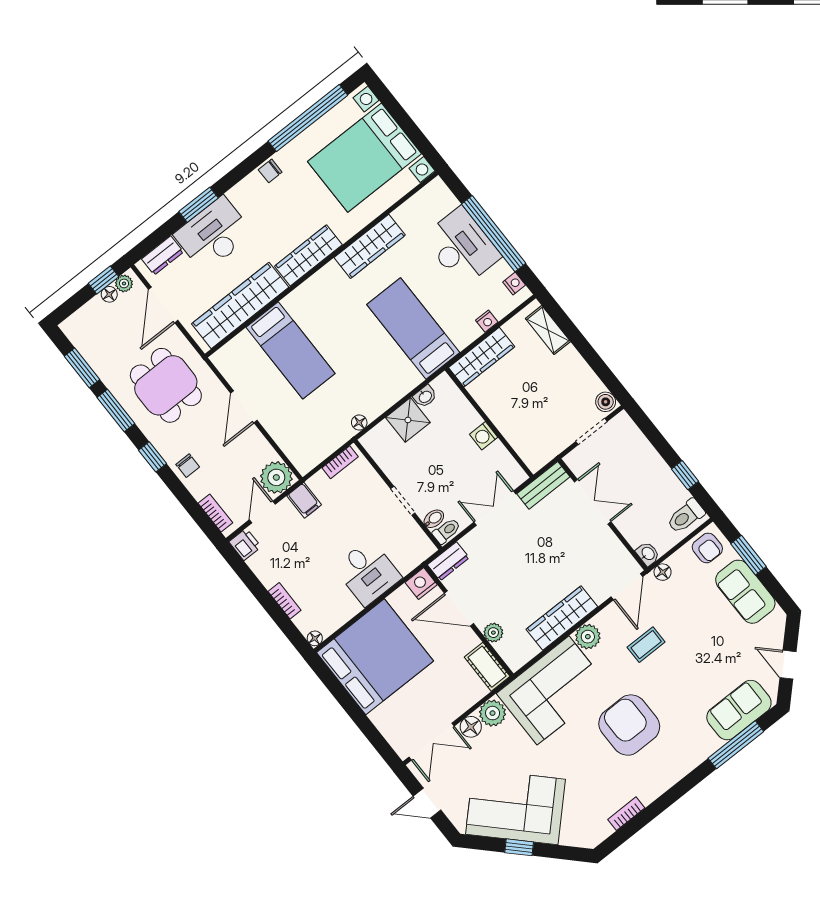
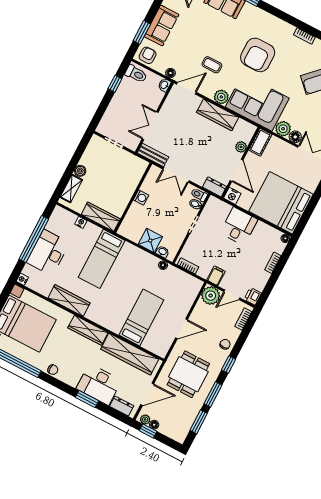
nightstand: (514, 283) -> (22, 279), moved
washbasin: (425, 396) -> (162, 252), moved
boiler: (606, 402) -> (80, 171), moved

